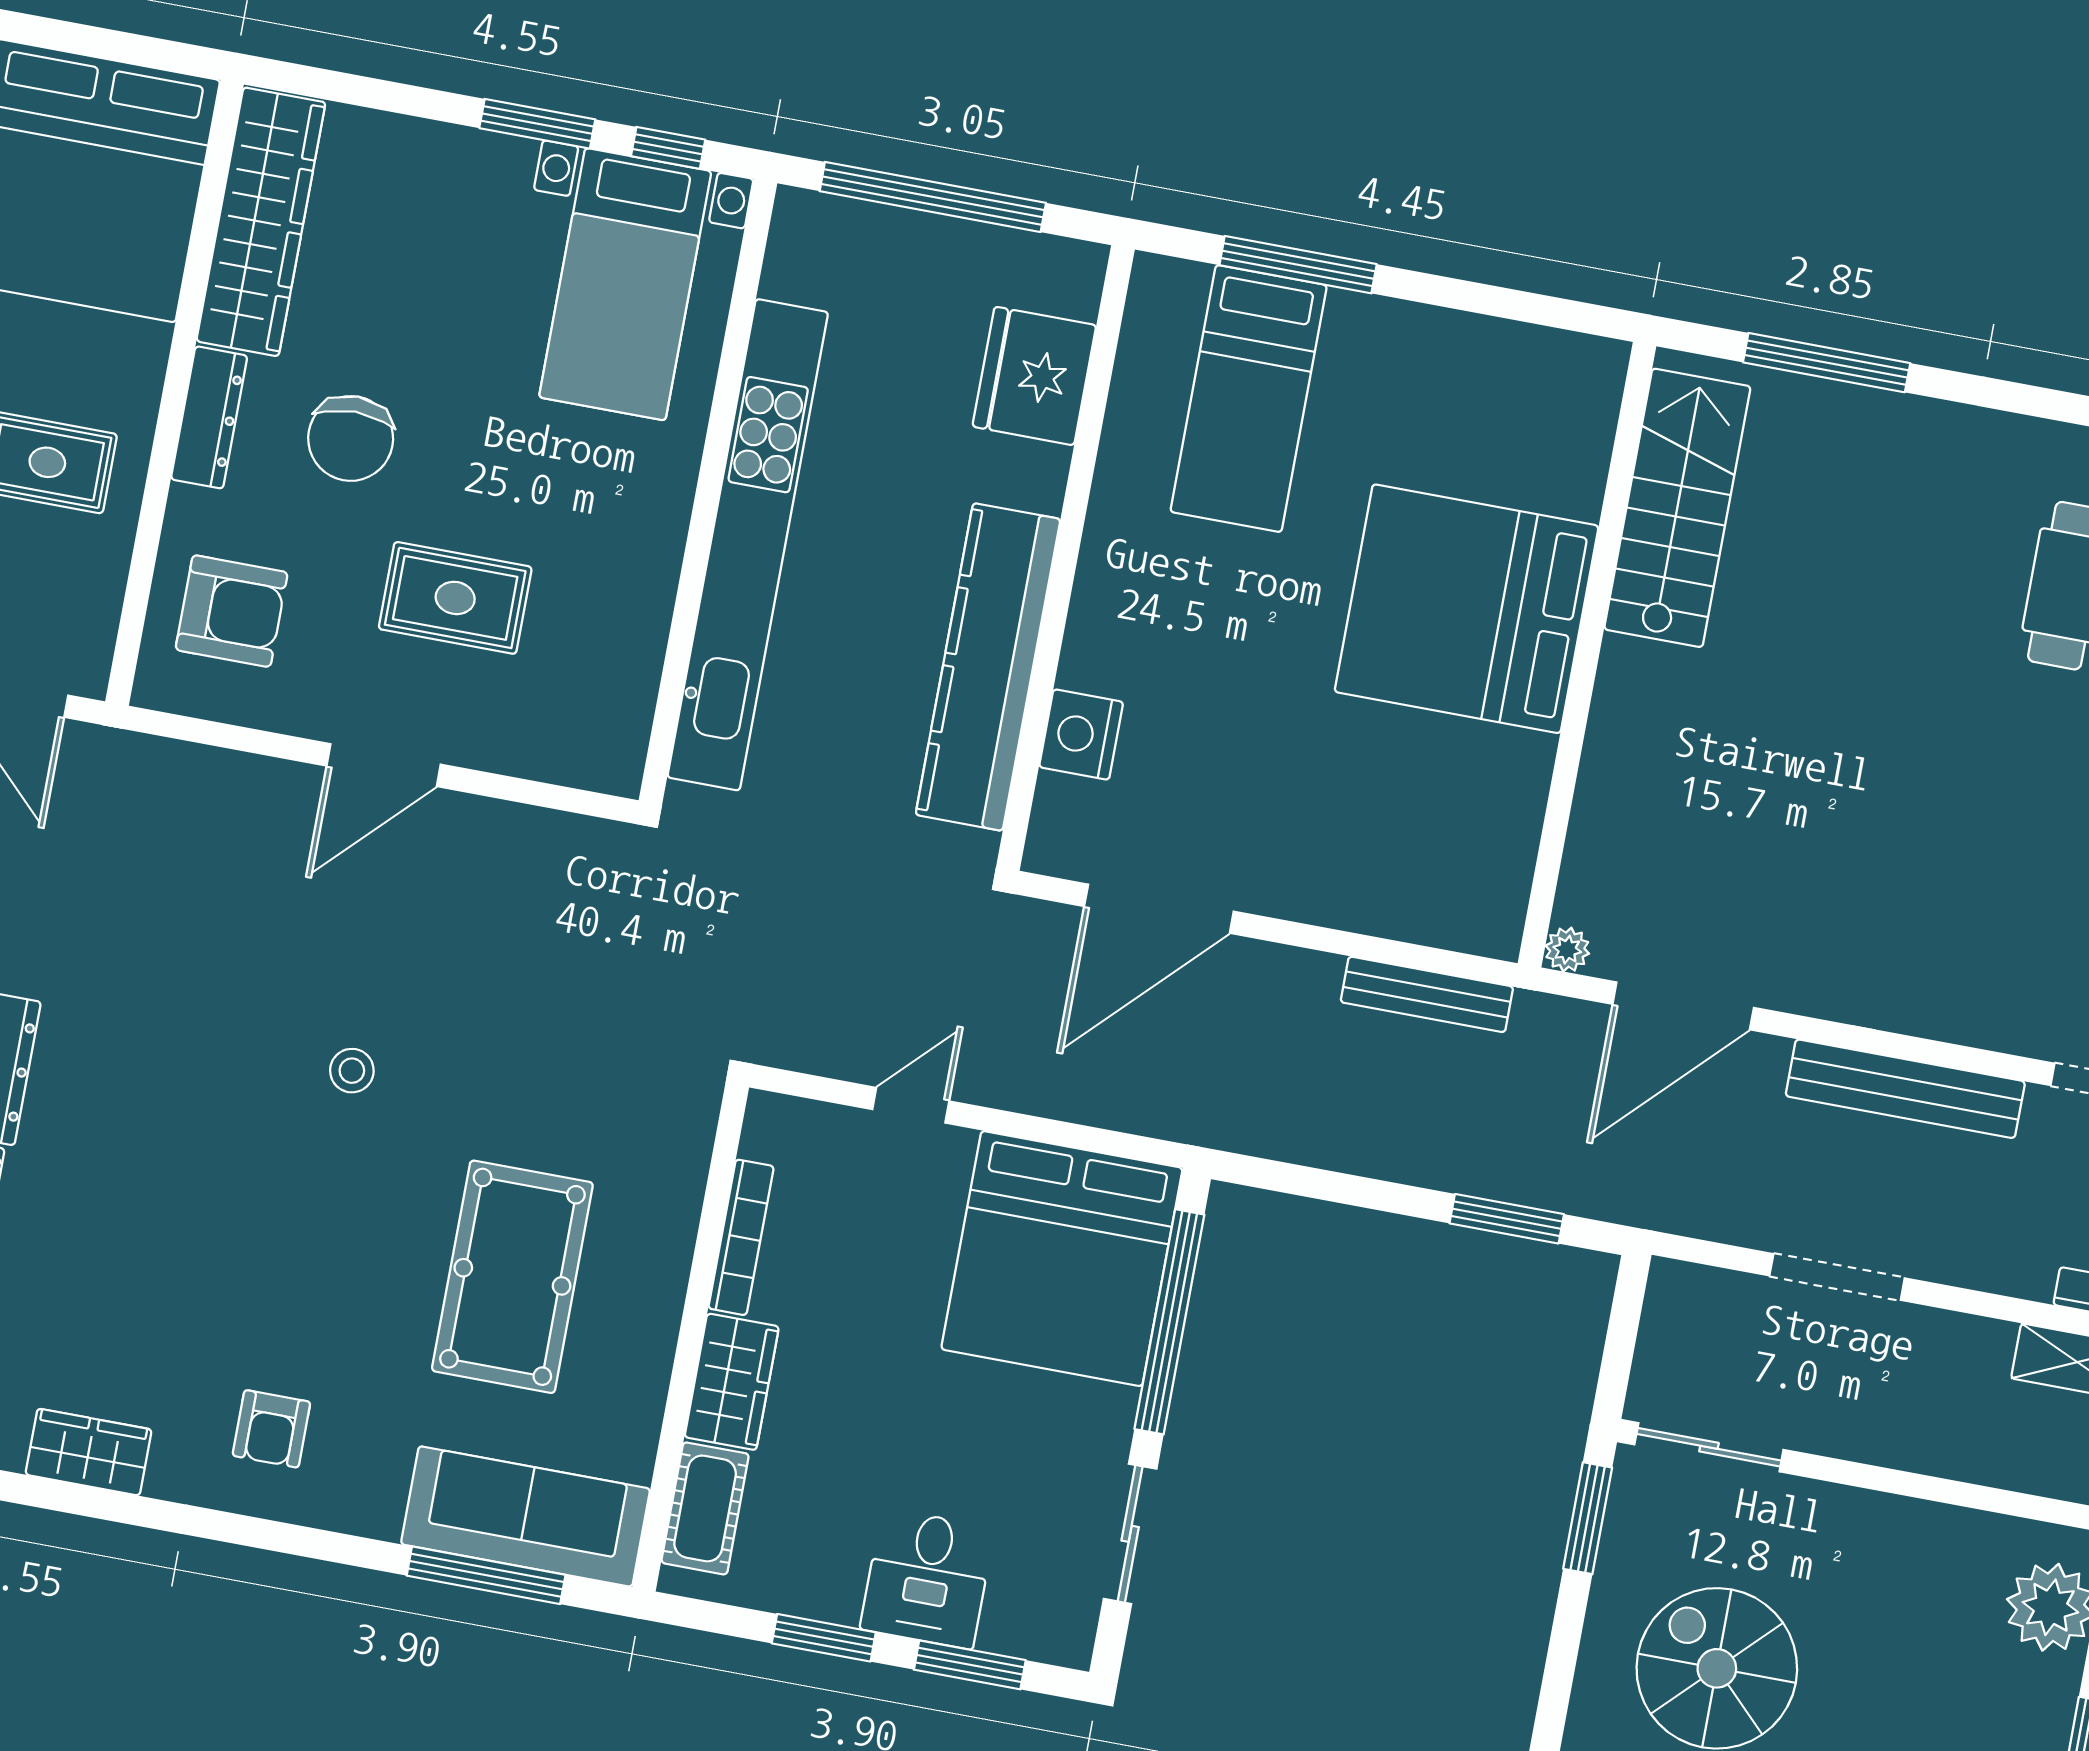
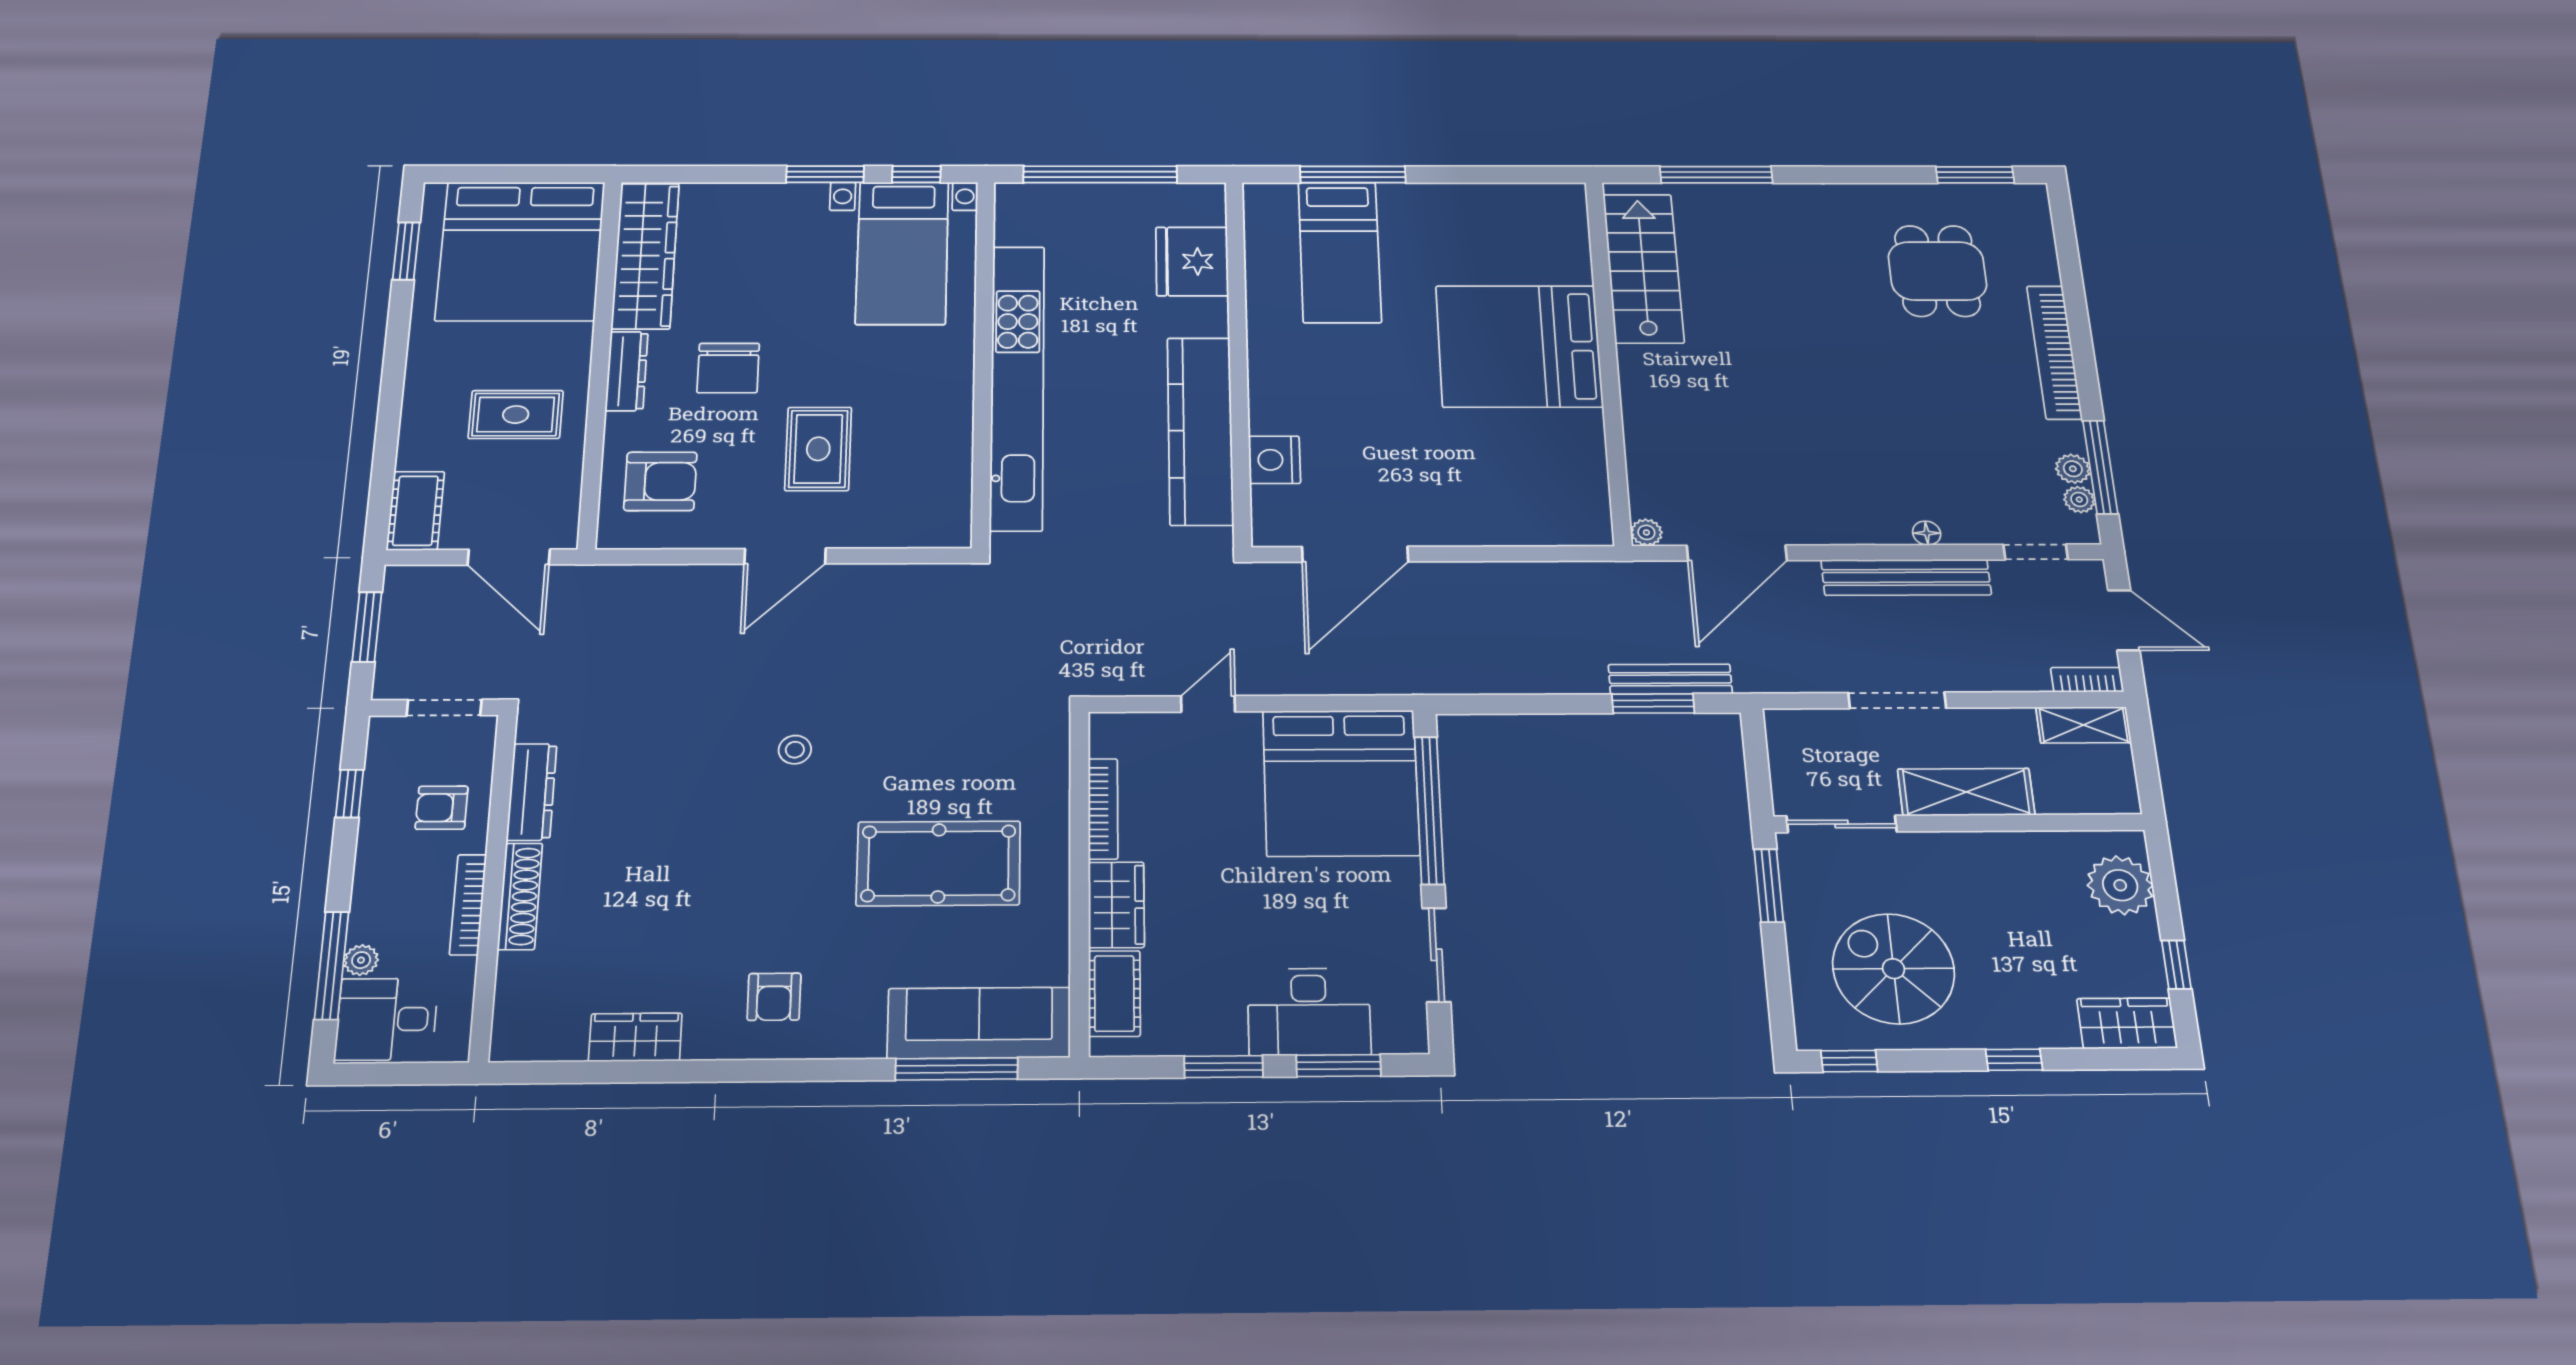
rug: (455, 598) -> (818, 449), turned 90
bench: (1427, 994) -> (1670, 679), moved
floor lamp: (1954, 1024) -> (1927, 533), added
pool table: (512, 1277) -> (938, 863), turned 90
shelving: (1889, 1432) -> (1966, 792), added
desk: (927, 1579) -> (1309, 1012), width x1.37

